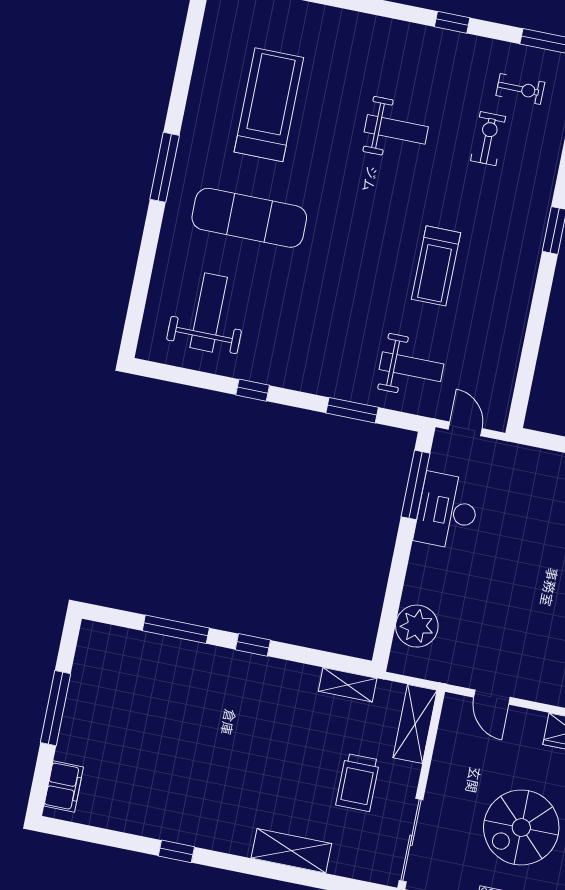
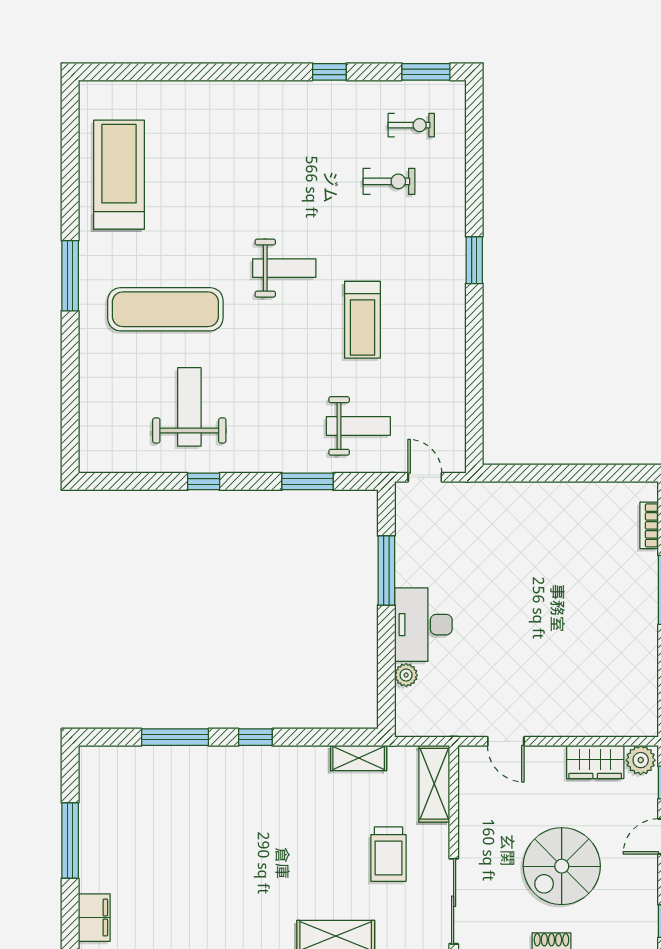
treadmill: (269, 105) -> (119, 175), moved
weight bench: (396, 129) -> (284, 268), moved
exercise bike: (488, 139) -> (389, 181), turned 90
weight bench: (209, 312) -> (189, 407), moved
window: (416, 485) -> (386, 570), moved
desk: (447, 511) -> (423, 625), moved
plant: (417, 626) -> (406, 675), width x0.53, depth x0.53

